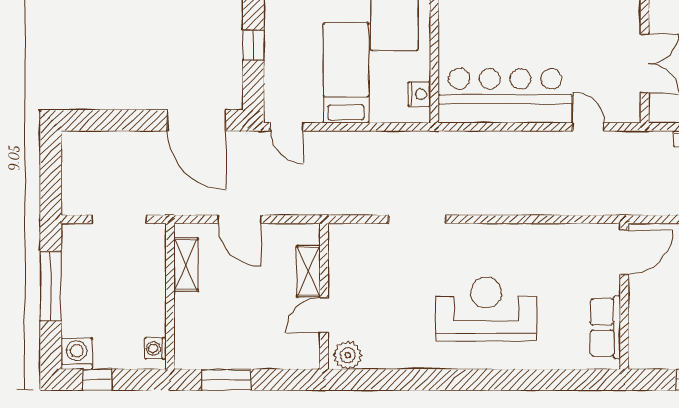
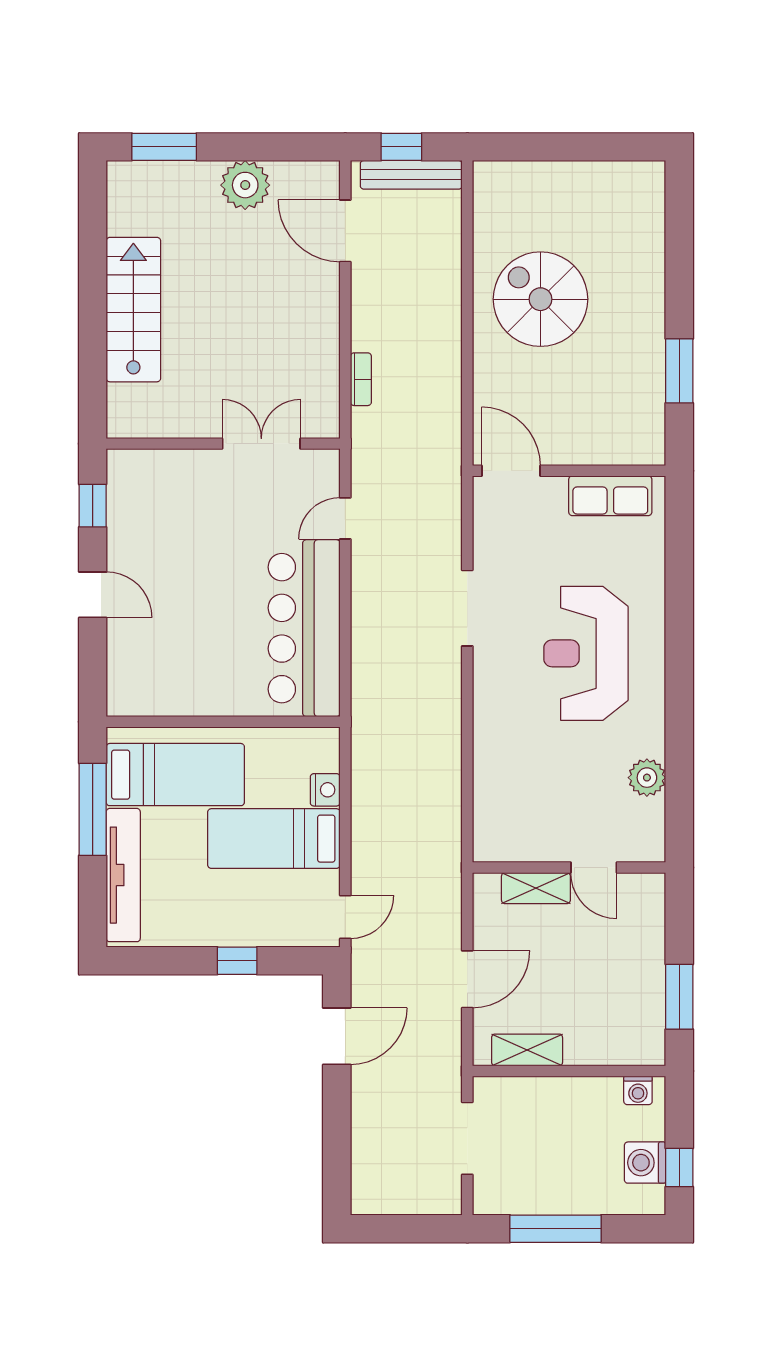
nightstand: (419, 94) -> (325, 790), moved, turned 90
door: (196, 120) -> (337, 1036), width x0.73
doorway: (417, 219) -> (467, 608), moved
washing machine: (77, 354) -> (645, 1163), moved
plant: (348, 355) -> (647, 778), moved

